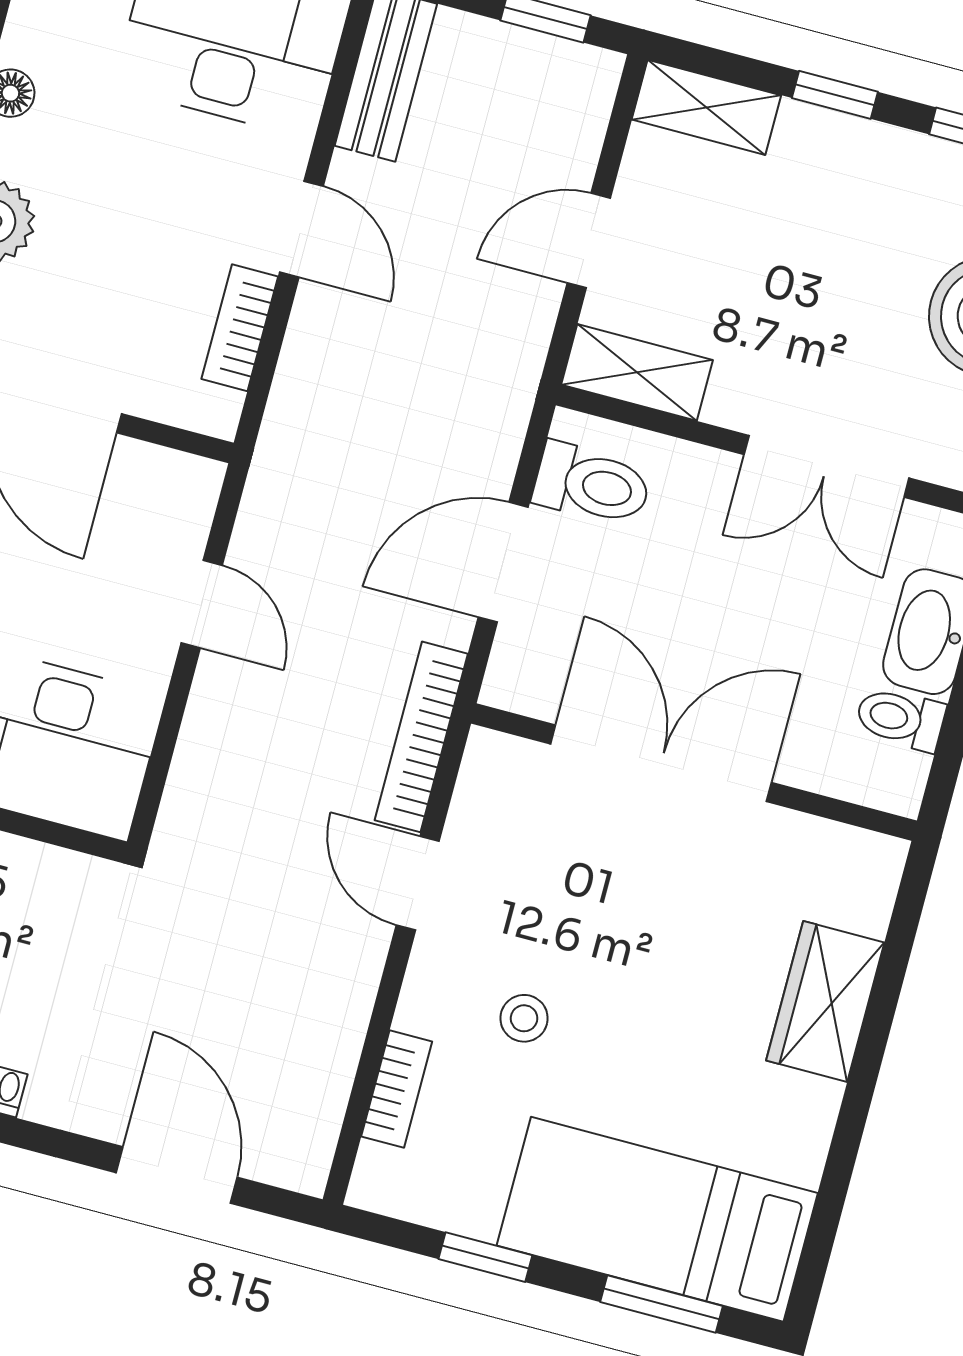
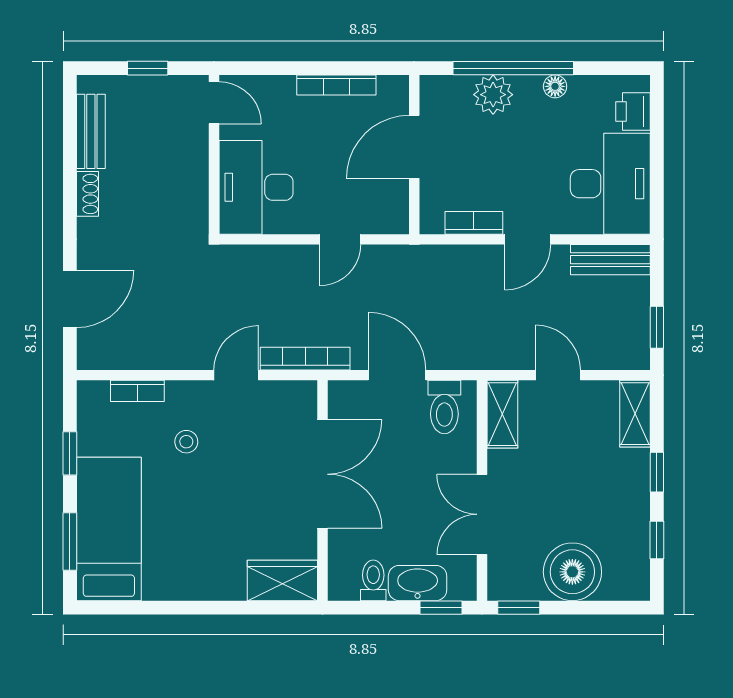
wardrobe: (825, 1002) -> (282, 580), moved

